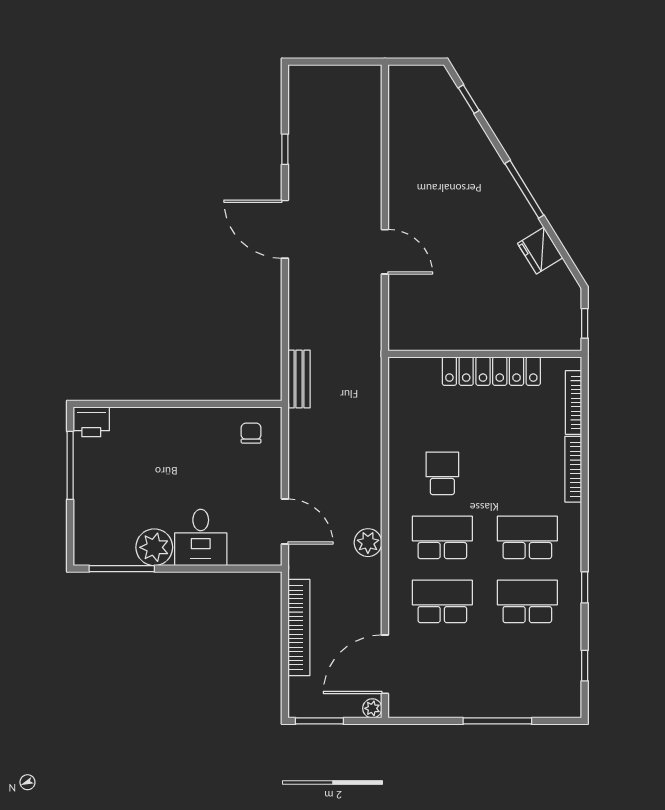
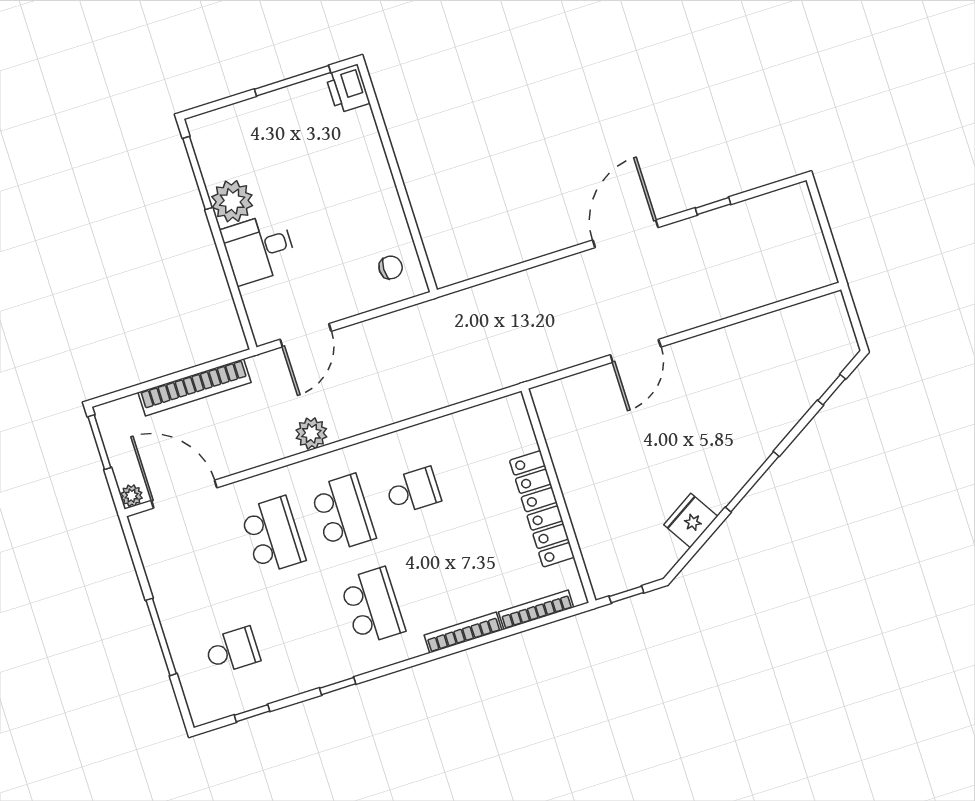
bench: (299, 379) -> (466, 301), removed
school desk: (527, 601) -> (232, 650), moved, width x0.54

